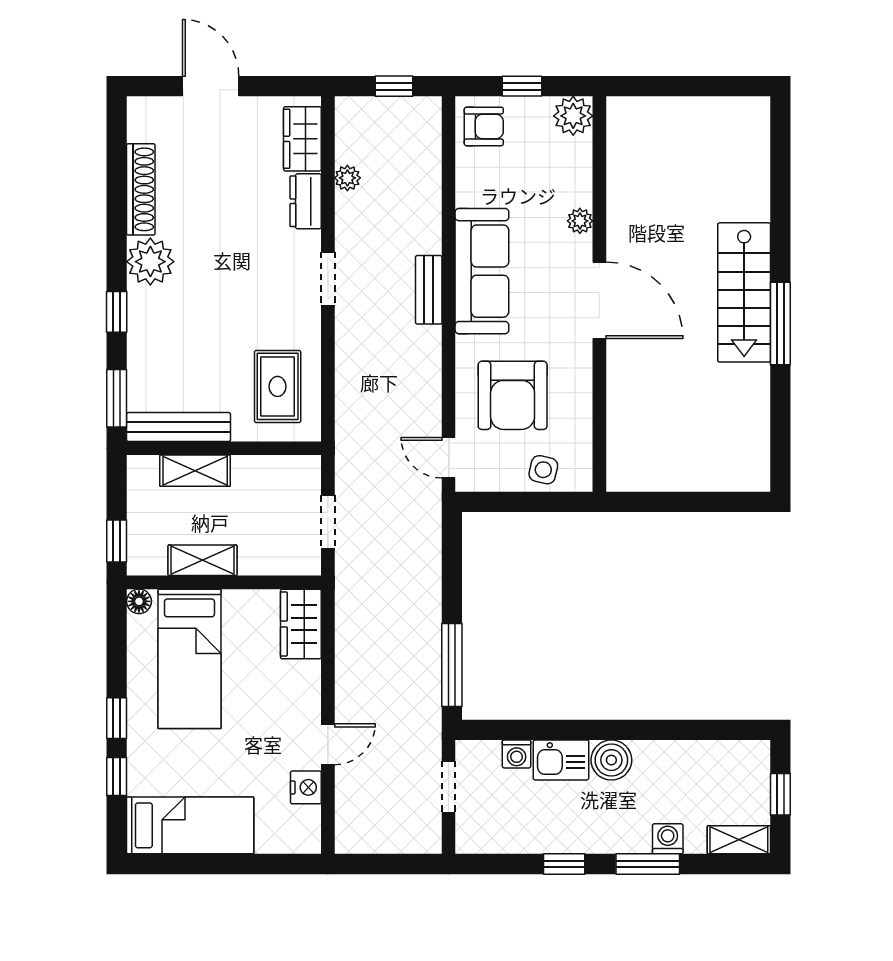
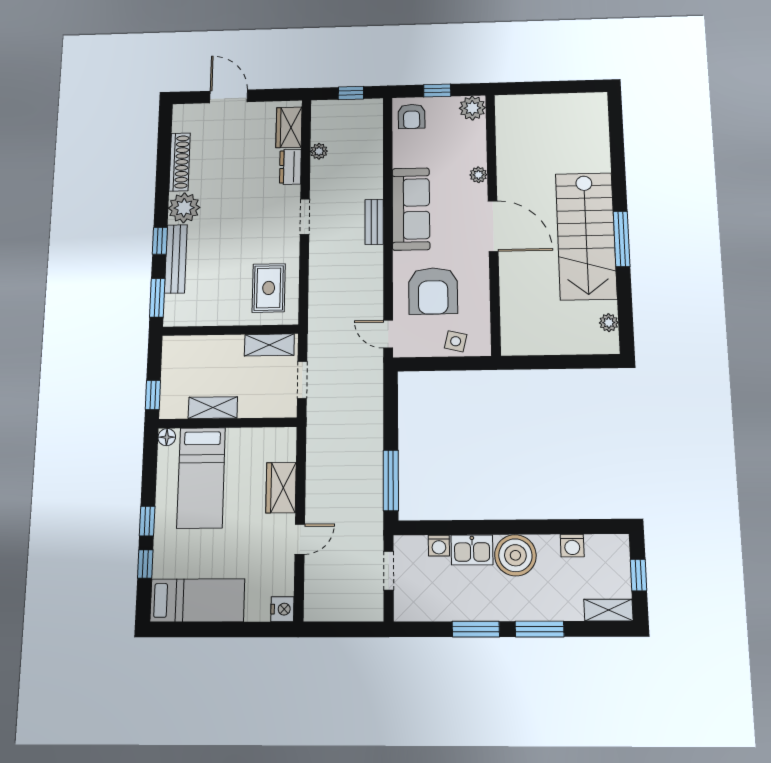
armchair: (484, 126) -> (412, 116), turned 90
stairs: (744, 292) -> (586, 236), width x1.36, depth x1.51
bench: (179, 427) -> (176, 259), moved, turned 90
plant: (757, 446) -> (609, 323), added
shelving: (195, 471) -> (269, 345), moved
wardrobe: (301, 624) -> (281, 488), moved
boiler: (611, 760) -> (515, 555), width x1.37, depth x1.37
nightstand: (306, 787) -> (282, 609), moved
washing machine: (668, 839) -> (572, 546), moved, turned 180
window: (564, 864) -> (476, 629), width x1.50

